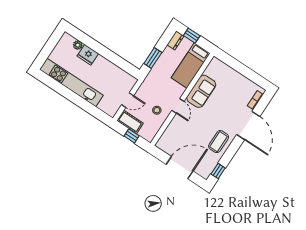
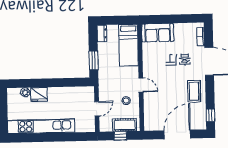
window: (192, 36) -> (112, 20), removed
sofa: (201, 91) -> (158, 33), moved, turned 90
cot: (130, 122) -> (125, 125), moved

